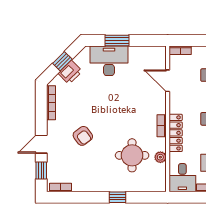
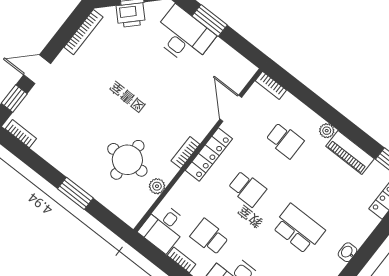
locker: (176, 133) -> (209, 154), moved
armchair: (83, 136) -> (90, 96), removed
window: (117, 197) -> (75, 193), width x1.50

